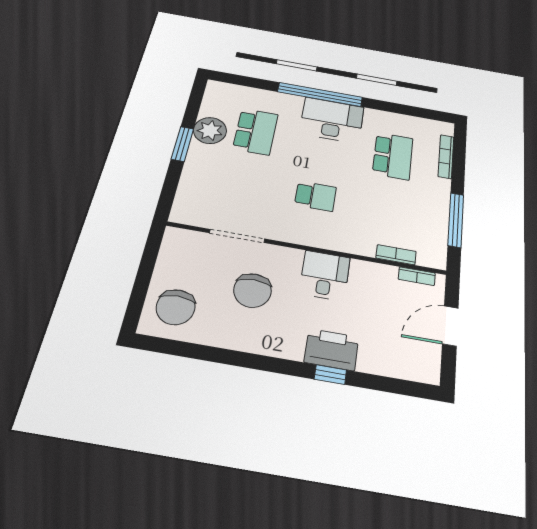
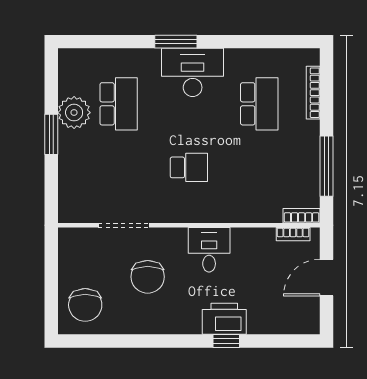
window: (320, 95) -> (176, 42), width x0.47
bookcase: (396, 255) -> (302, 216), moved

